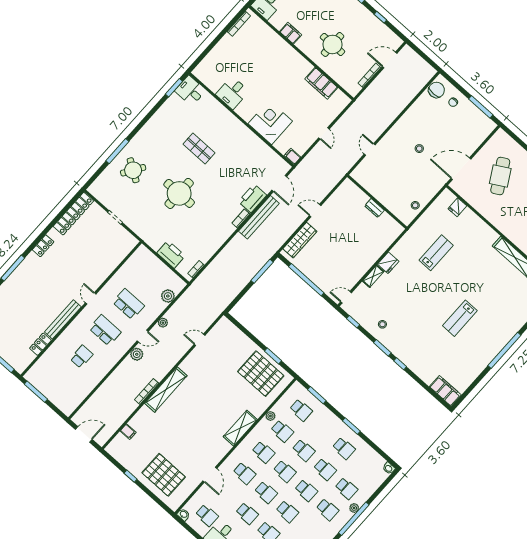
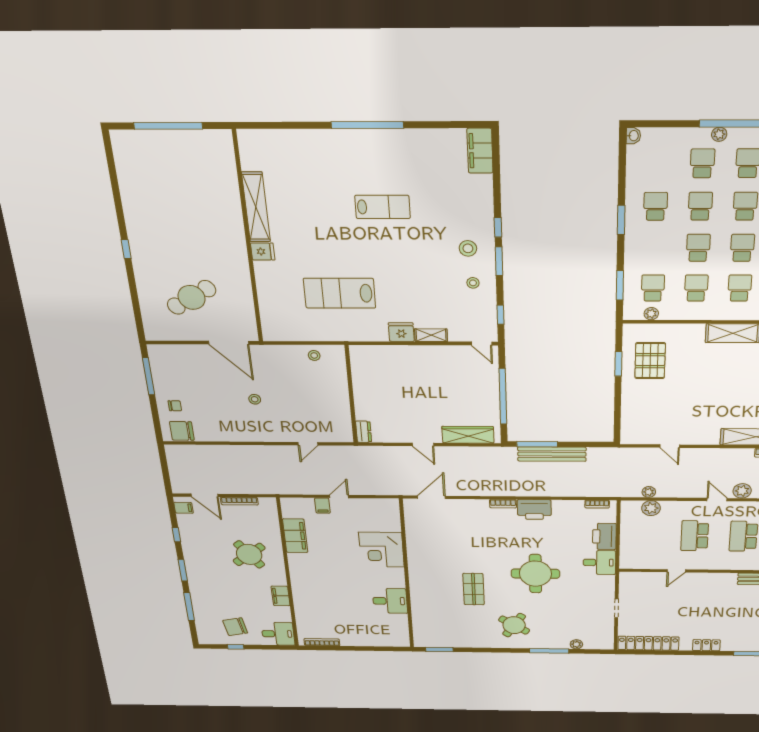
filing cabinet: (393, 40) -> (184, 508), added
round table: (332, 44) -> (249, 554), turned -37
desk: (190, 91) -> (599, 563), moved, turned -90
filing cabinet: (292, 156) -> (322, 506), moved
round table: (133, 170) -> (514, 625), moved
plant: (109, 171) -> (576, 644), added
printer: (252, 198) -> (534, 510), moved
fridge: (457, 207) -> (263, 252), moved
dresser: (374, 208) -> (364, 432), moved
bench: (259, 217) -> (552, 454), moved
lab bench: (436, 253) -> (340, 293), width x1.36, depth x1.39
door: (91, 298) -> (676, 571), moved
plant: (163, 323) -> (649, 492), moved
stool: (402, 339) -> (468, 248), added
pallet: (261, 374) -> (650, 361), width x0.73, depth x0.71
plant: (270, 416) -> (651, 314), moved

